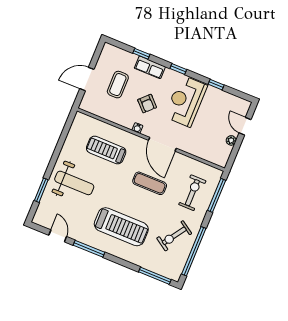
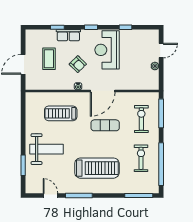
door: (245, 126) -> (161, 51), swing flipped
door: (162, 144) -> (103, 91), hinge flipped
exercise bike: (174, 236) -> (141, 158), turned 146

